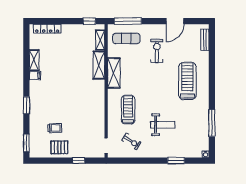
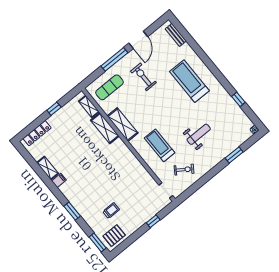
window: (89, 21) -> (54, 109), moved
window: (128, 21) -> (114, 59), moved
window: (212, 123) -> (238, 99), width x0.46
pallet: (59, 147) -> (114, 236), moved

